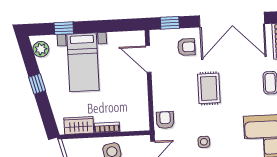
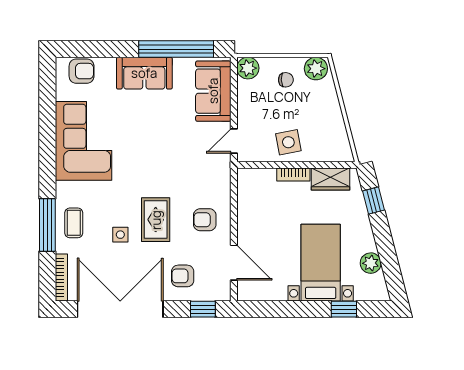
plant: (41, 49) -> (371, 263), moved
window: (37, 84) -> (373, 201), moved
armchair: (165, 120) -> (205, 220), moved, turned 90
side table: (204, 142) -> (120, 235), moved

